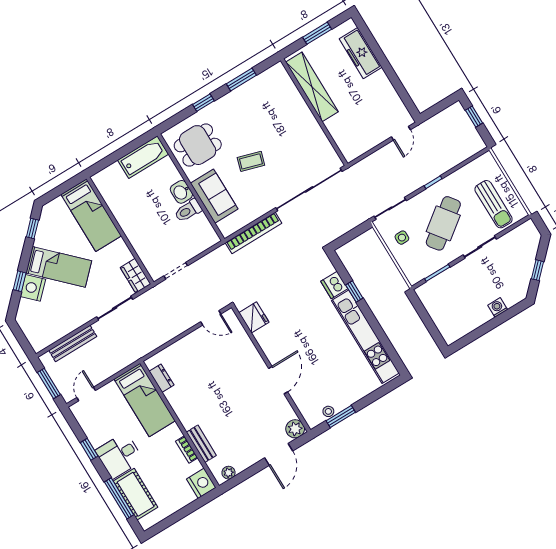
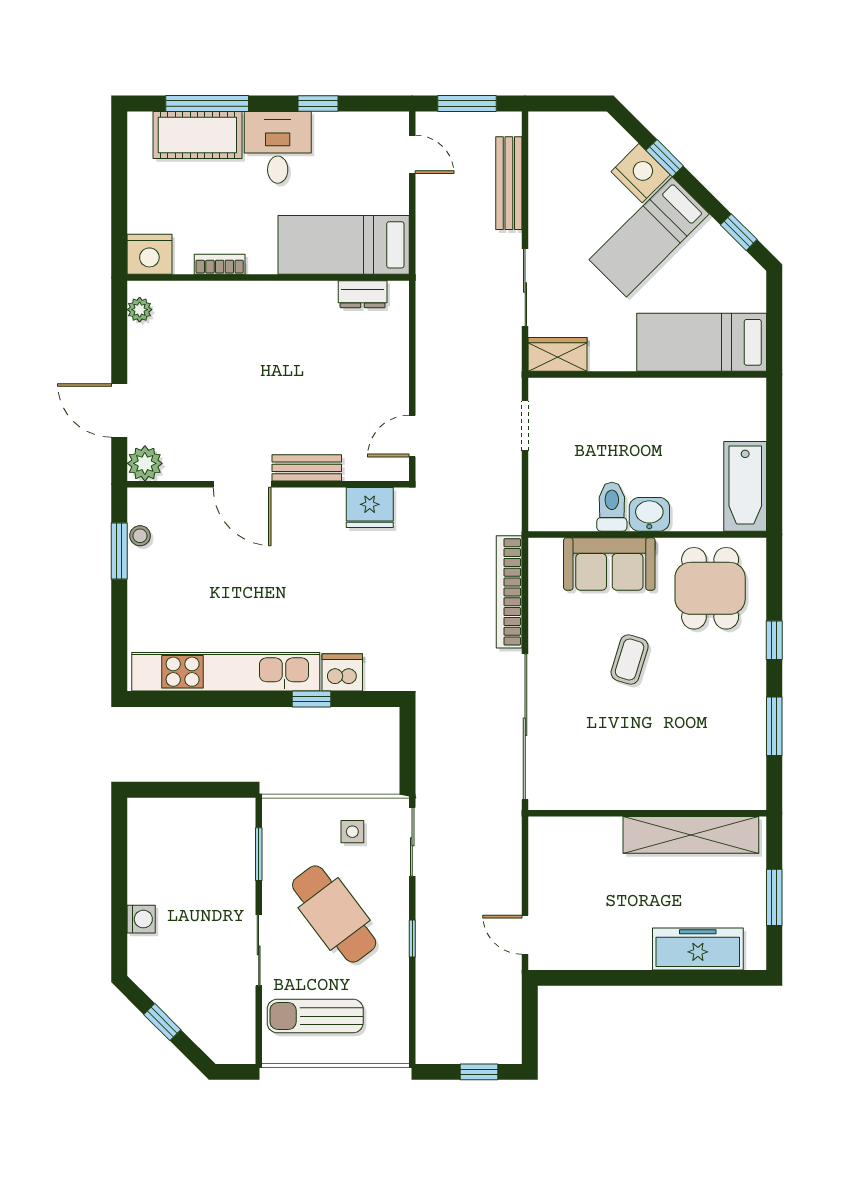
bench: (201, 444) -> (307, 468), moved

